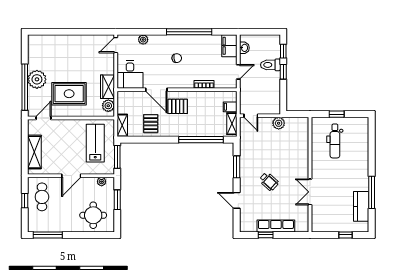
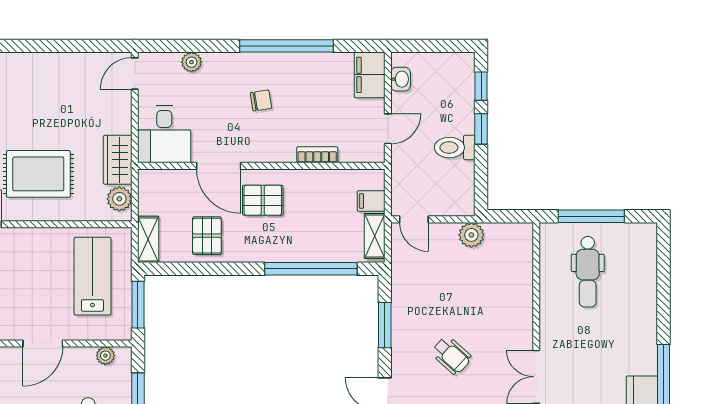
toilet: (271, 65) -> (455, 148), moved
window: (337, 114) -> (591, 216), width x2.17

